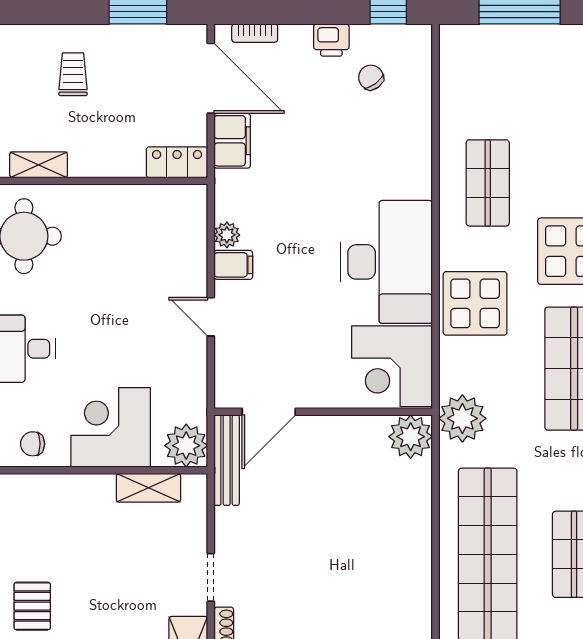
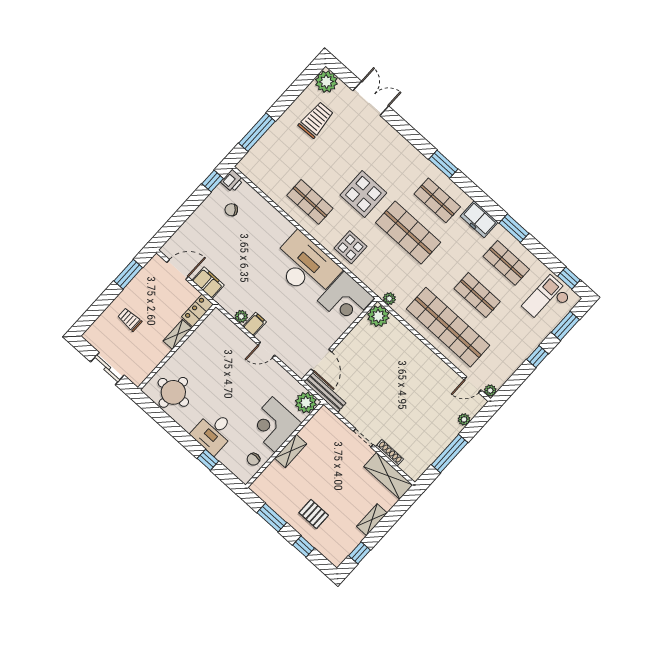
bookcase: (255, 33) -> (176, 238), removed
printer: (331, 40) -> (232, 181), moved
door: (211, 78) -> (178, 270), width x0.73
shelving: (39, 165) -> (177, 334), moved
display table: (475, 303) -> (350, 247), width x0.73, depth x0.73
plant: (462, 418) -> (389, 299), width x0.53, depth x0.53
shelving: (148, 488) -> (291, 451), moved

